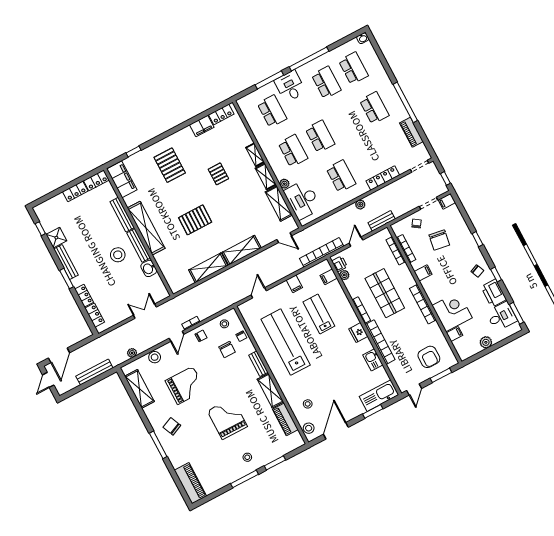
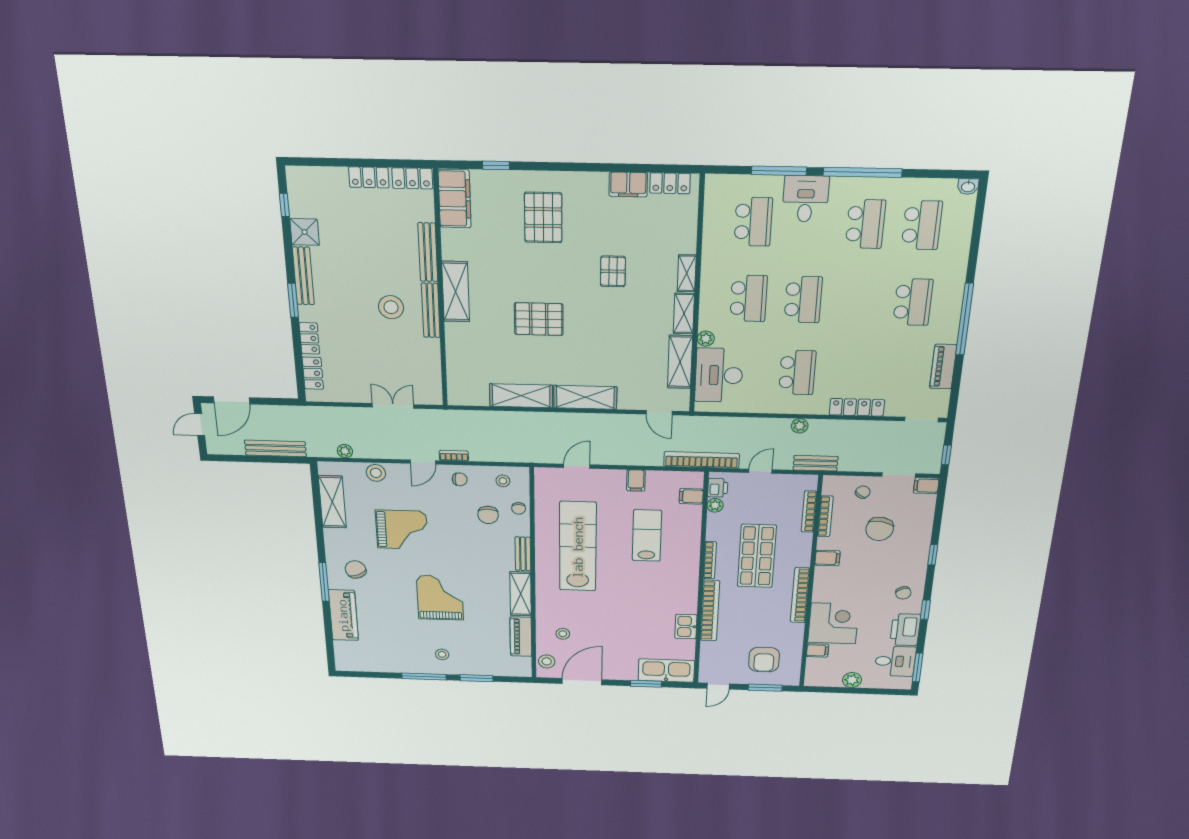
shelving: (146, 228) -> (456, 292), width x0.68
washbasin: (149, 268) -> (430, 351), removed
fridge: (358, 333) -> (688, 585), removed
piano: (190, 483) -> (343, 615), moved

